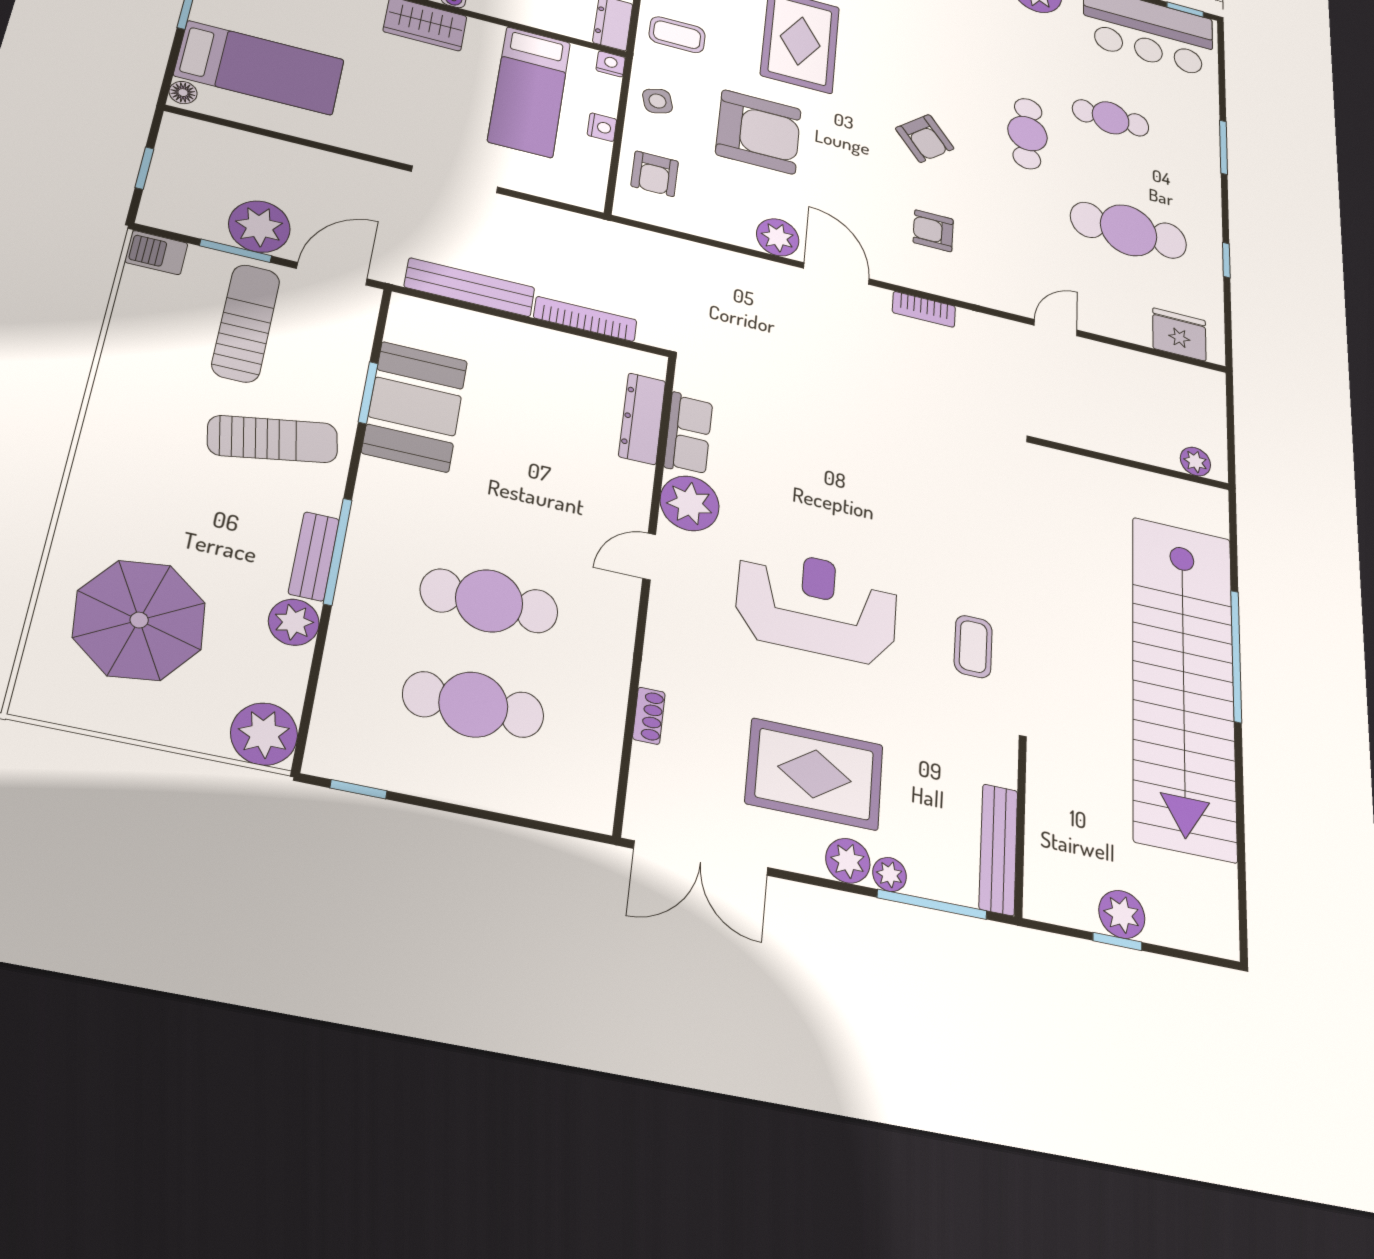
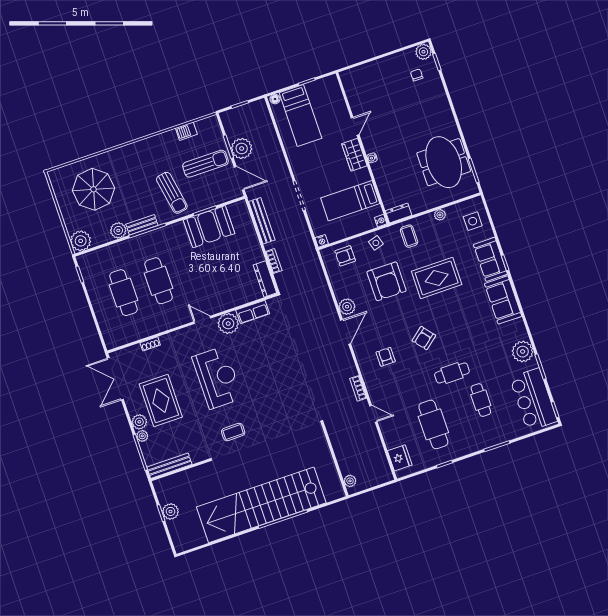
nightstand: (602, 127) -> (322, 241), moved
barbecue: (156, 253) -> (186, 131), moved, turned -90
bookcase: (924, 309) -> (358, 388), moved
bookcase: (585, 319) -> (274, 261), width x0.64
dresser: (642, 419) -> (265, 279), moved, turned -90

